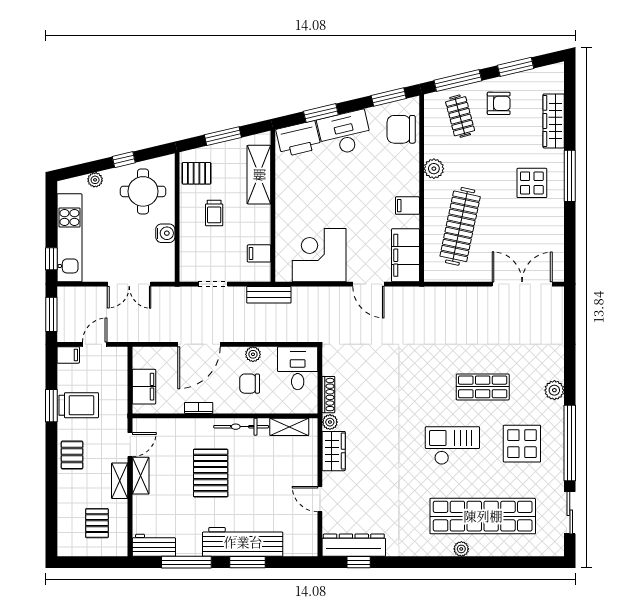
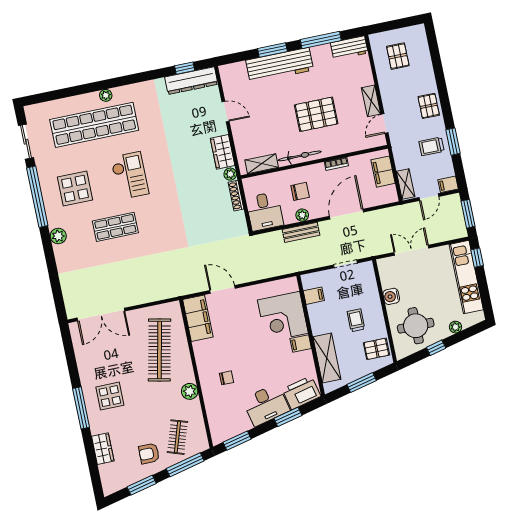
clothes rail: (460, 116) -> (177, 437), turned 33
wardrobe: (554, 121) -> (103, 449), width x0.67
chair: (401, 129) -> (227, 378), moved, width x0.54, depth x0.54
filing cabinet: (407, 206) -> (301, 344), moved, turned 180
corner desk: (319, 255) -> (283, 317), moved, turned 90
bench: (269, 295) -> (301, 232), moved
trolley: (79, 405) -> (432, 146), width x0.73, depth x0.72
checkout: (452, 446) -> (130, 176), turned -90
pallet: (211, 473) -> (316, 114), turned 90
shelving: (120, 481) -> (406, 184), moved

